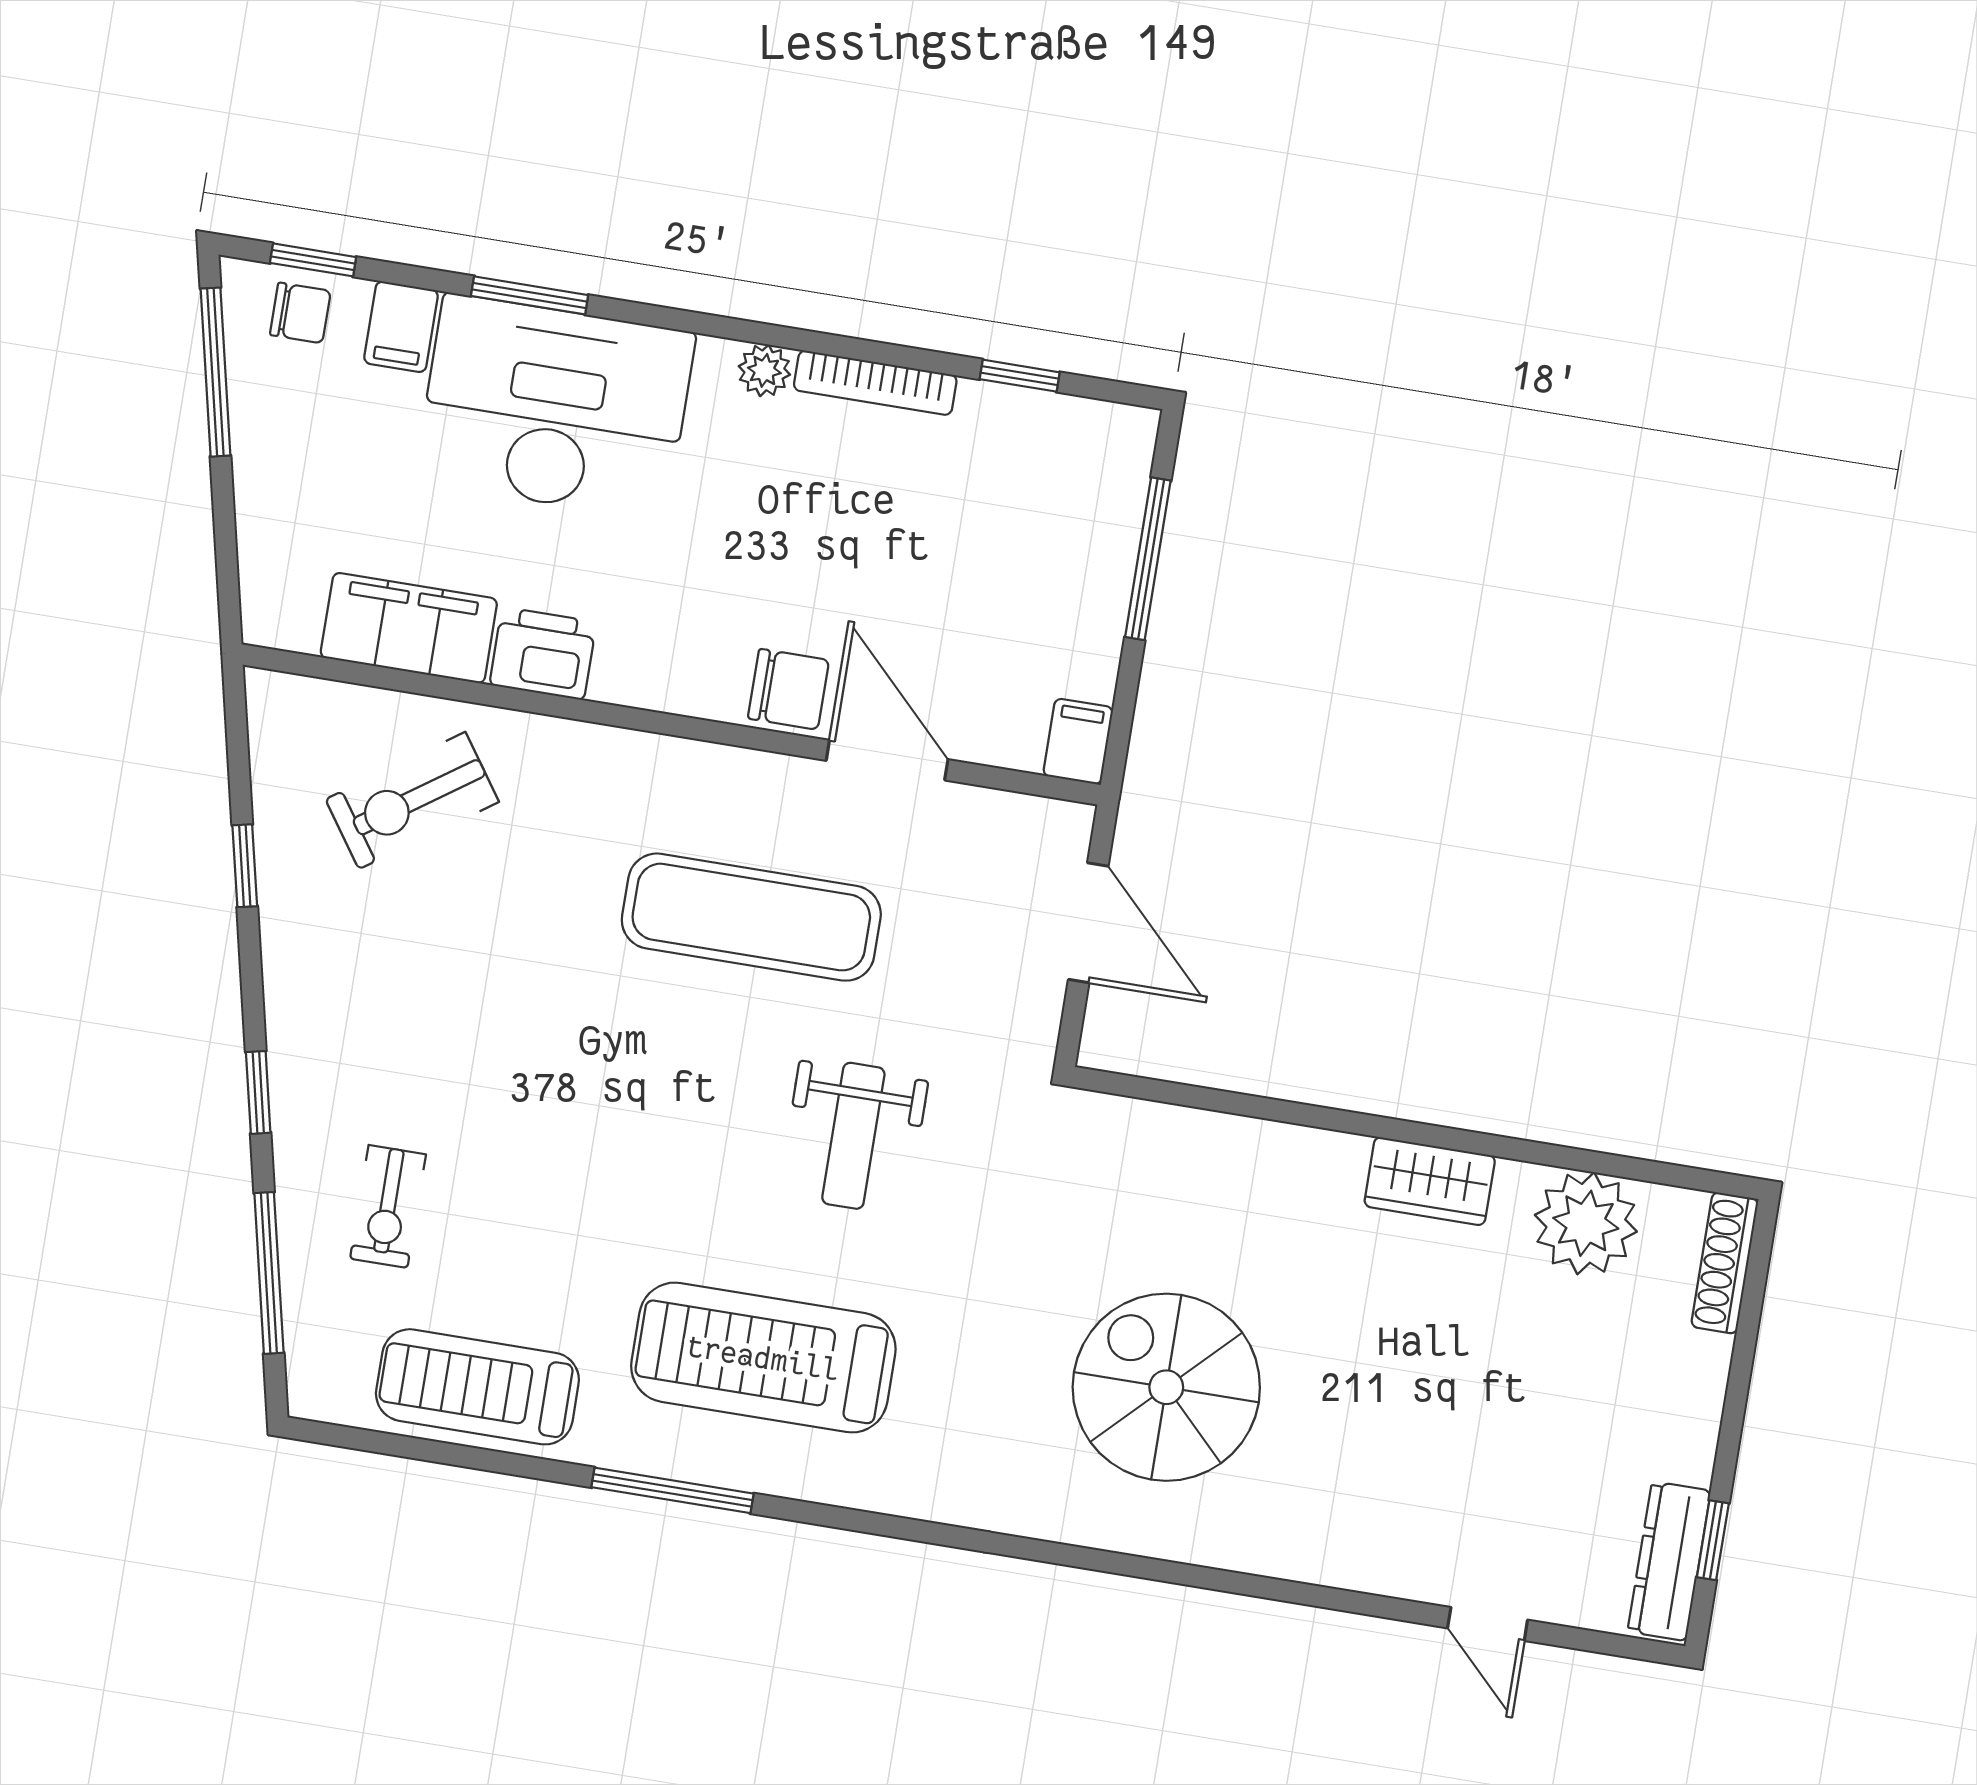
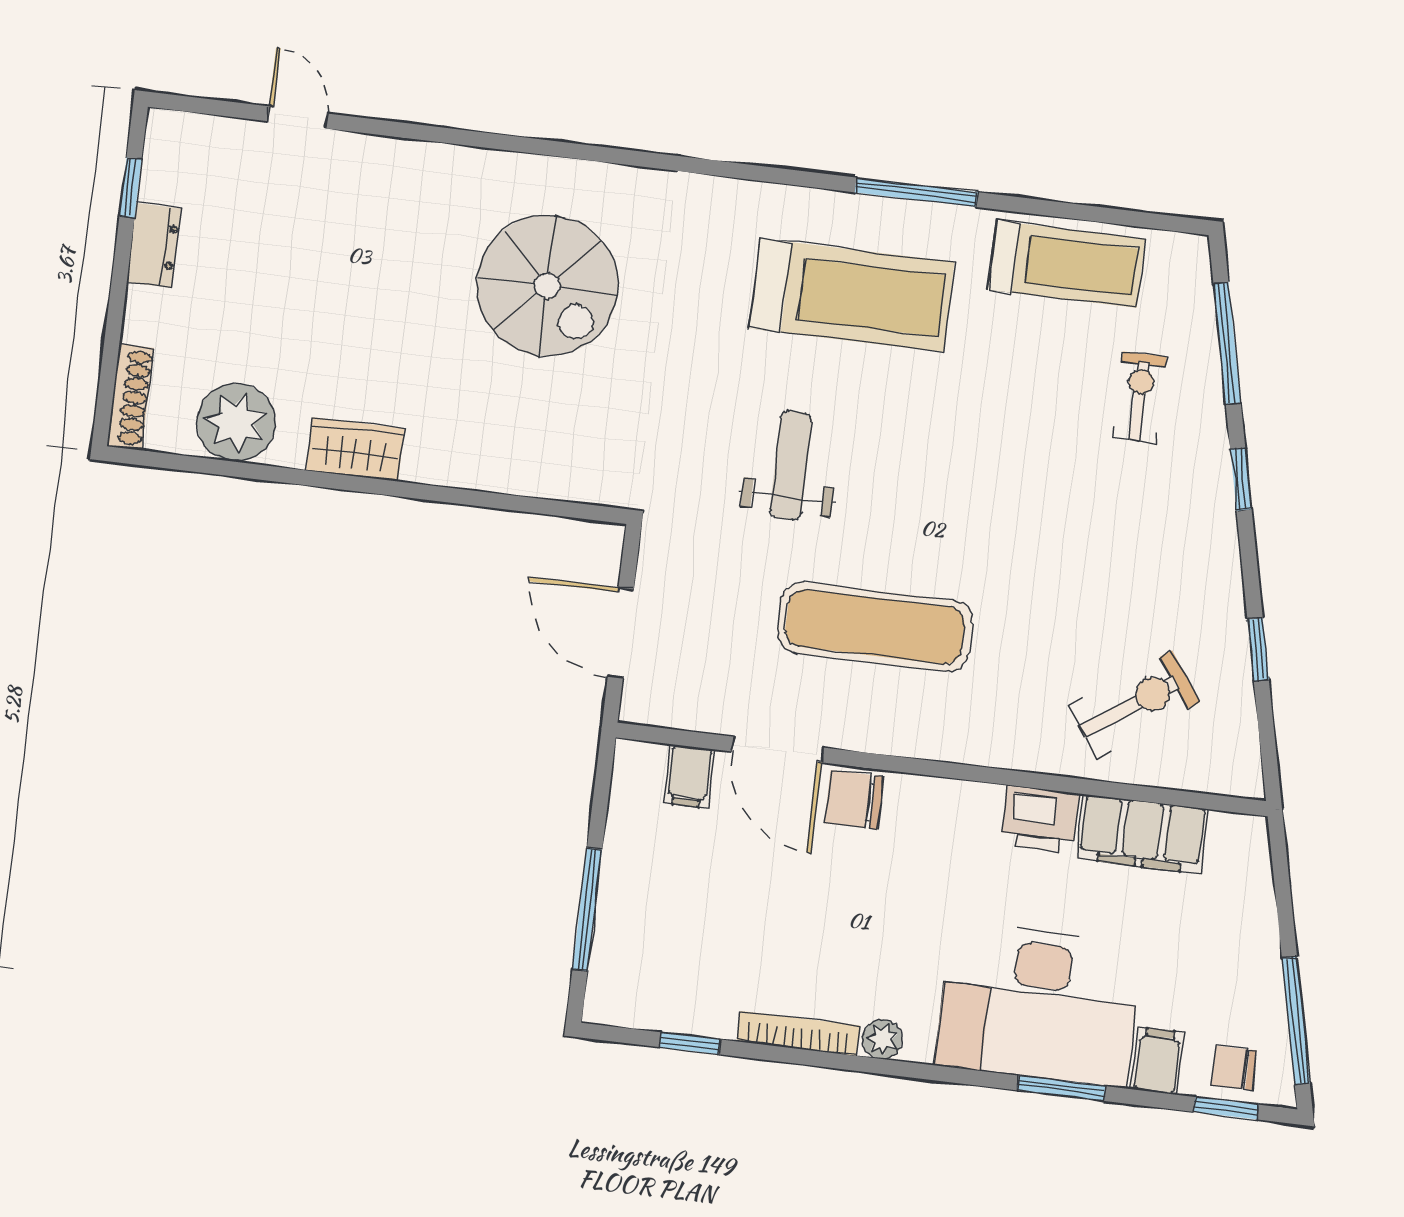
filing cabinet: (1078, 741) -> (689, 776), moved
dresser: (1669, 1561) -> (154, 245), moved, width x0.70

